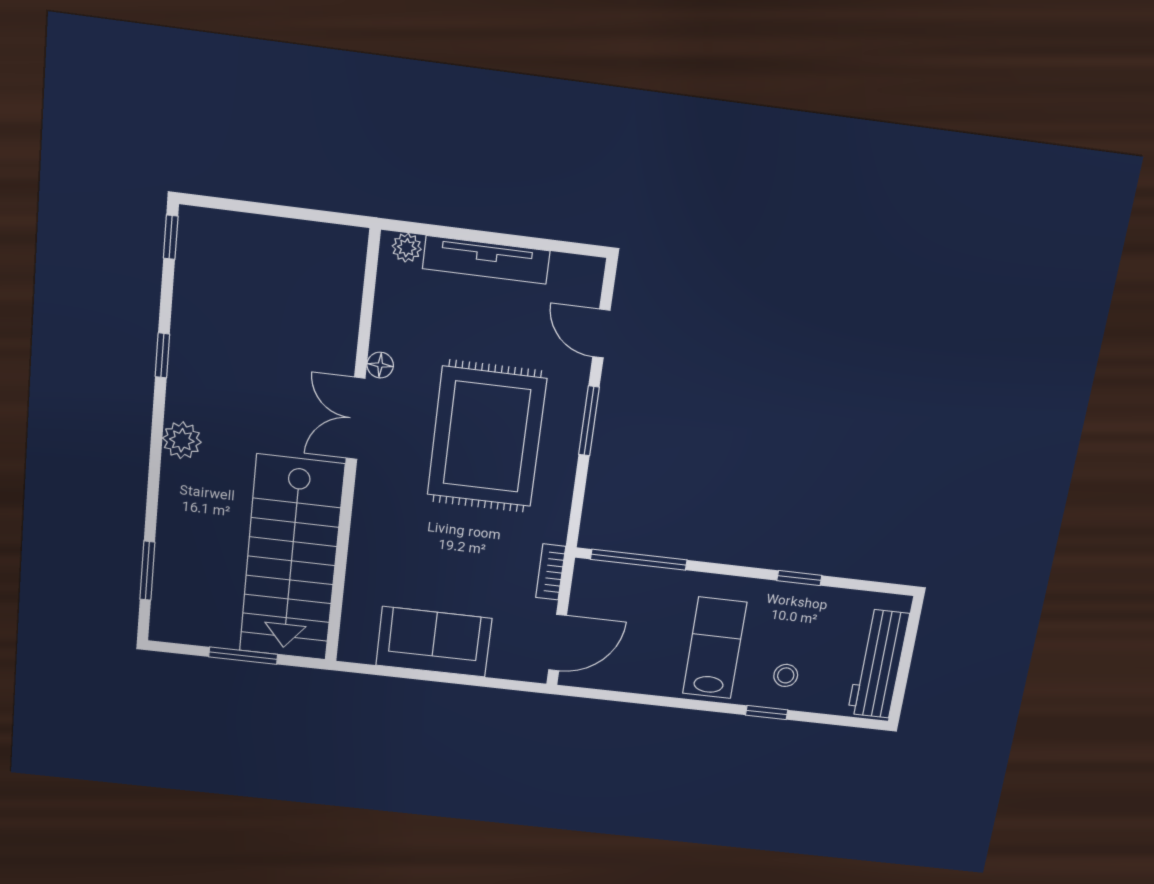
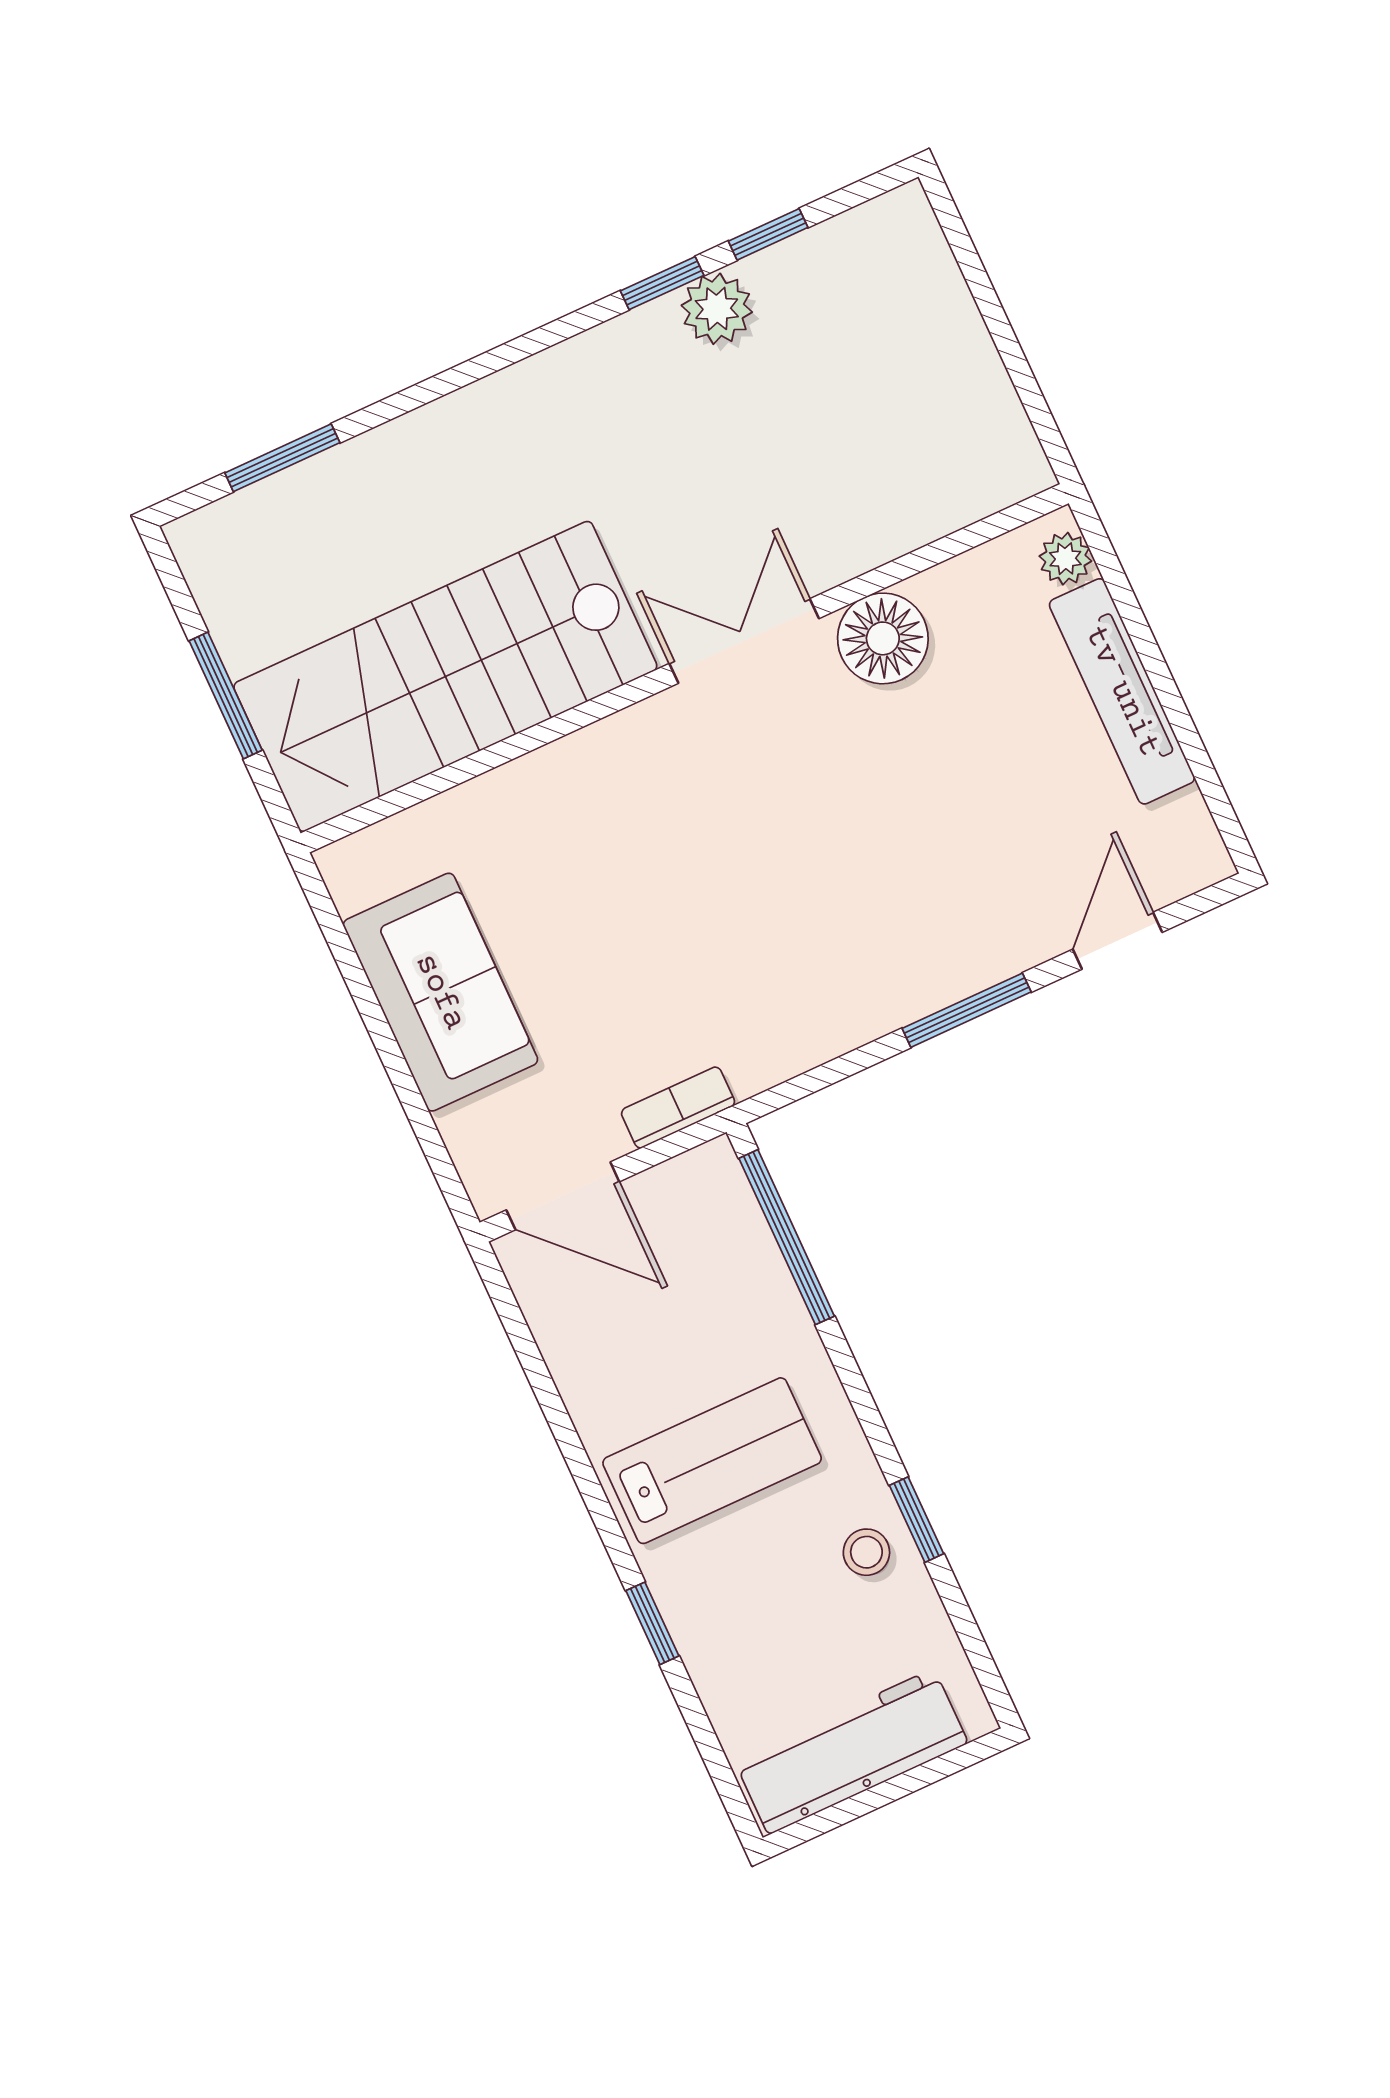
window: (171, 237) -> (768, 234), moved
floor lamp: (380, 365) -> (883, 638), width x1.89, depth x1.89
rug: (487, 437) -> (841, 865), removed
plant: (182, 440) -> (717, 309), moved
stool: (786, 675) -> (866, 1552), moved

